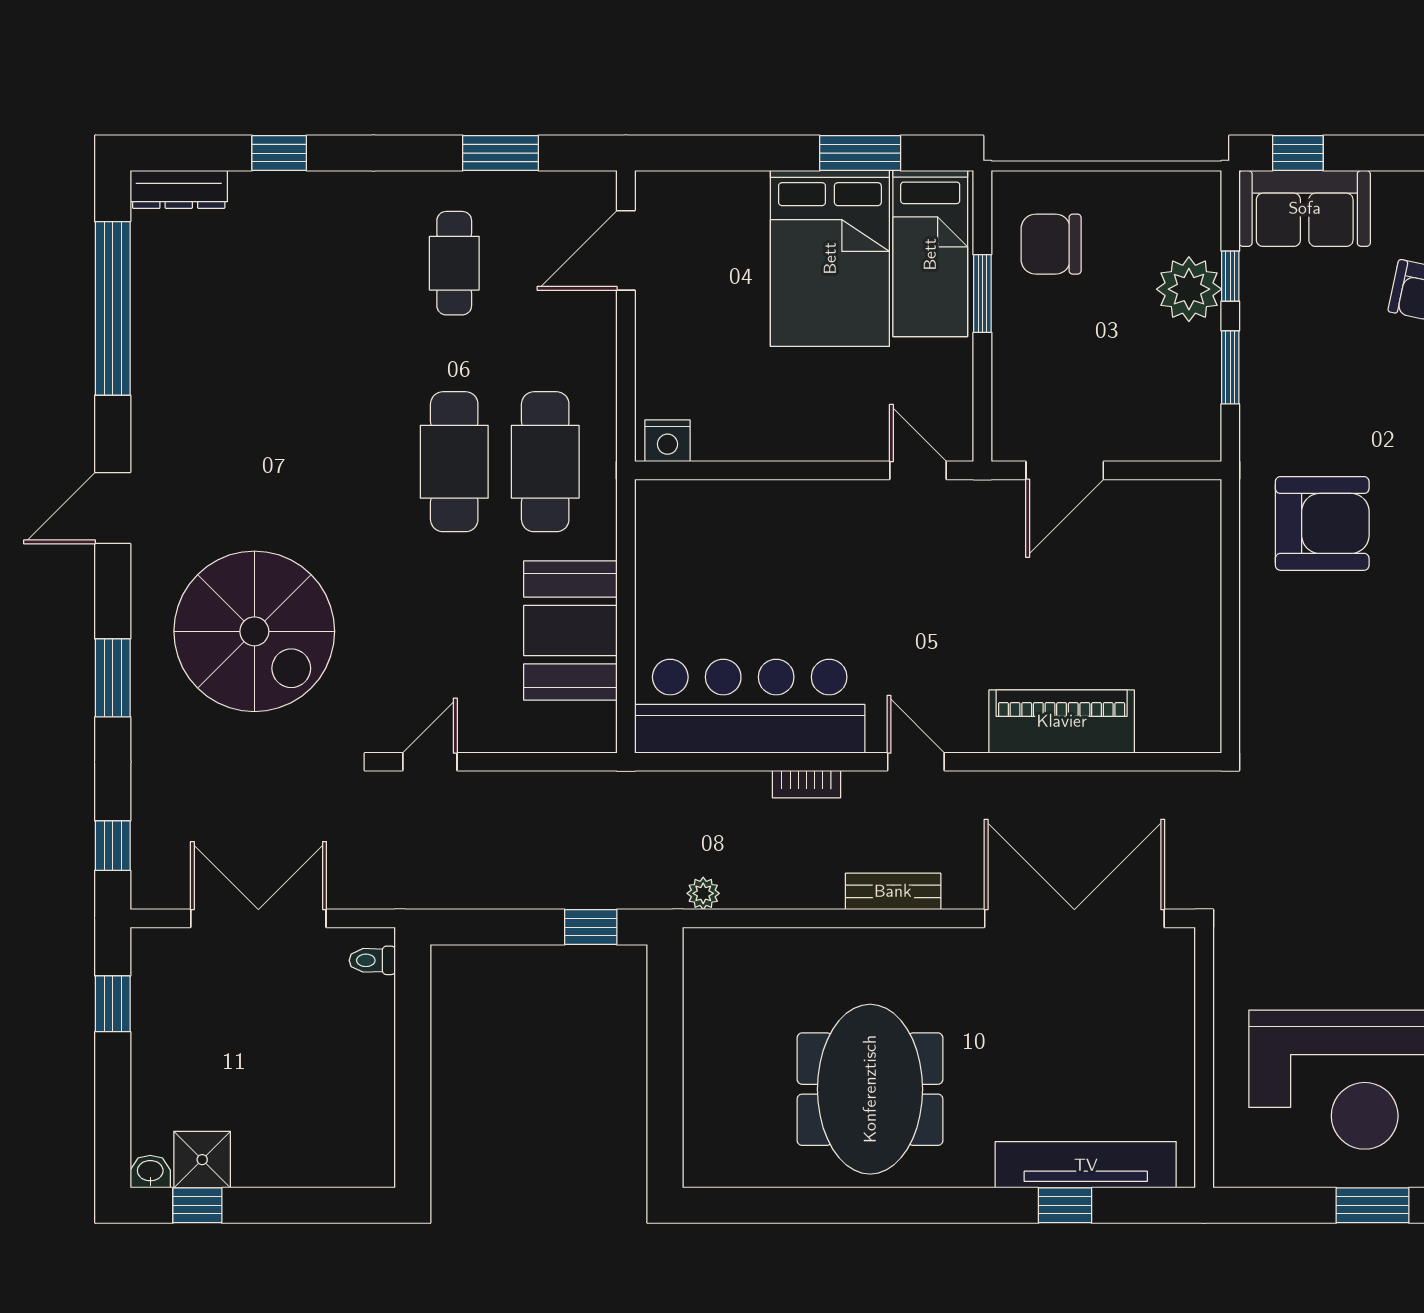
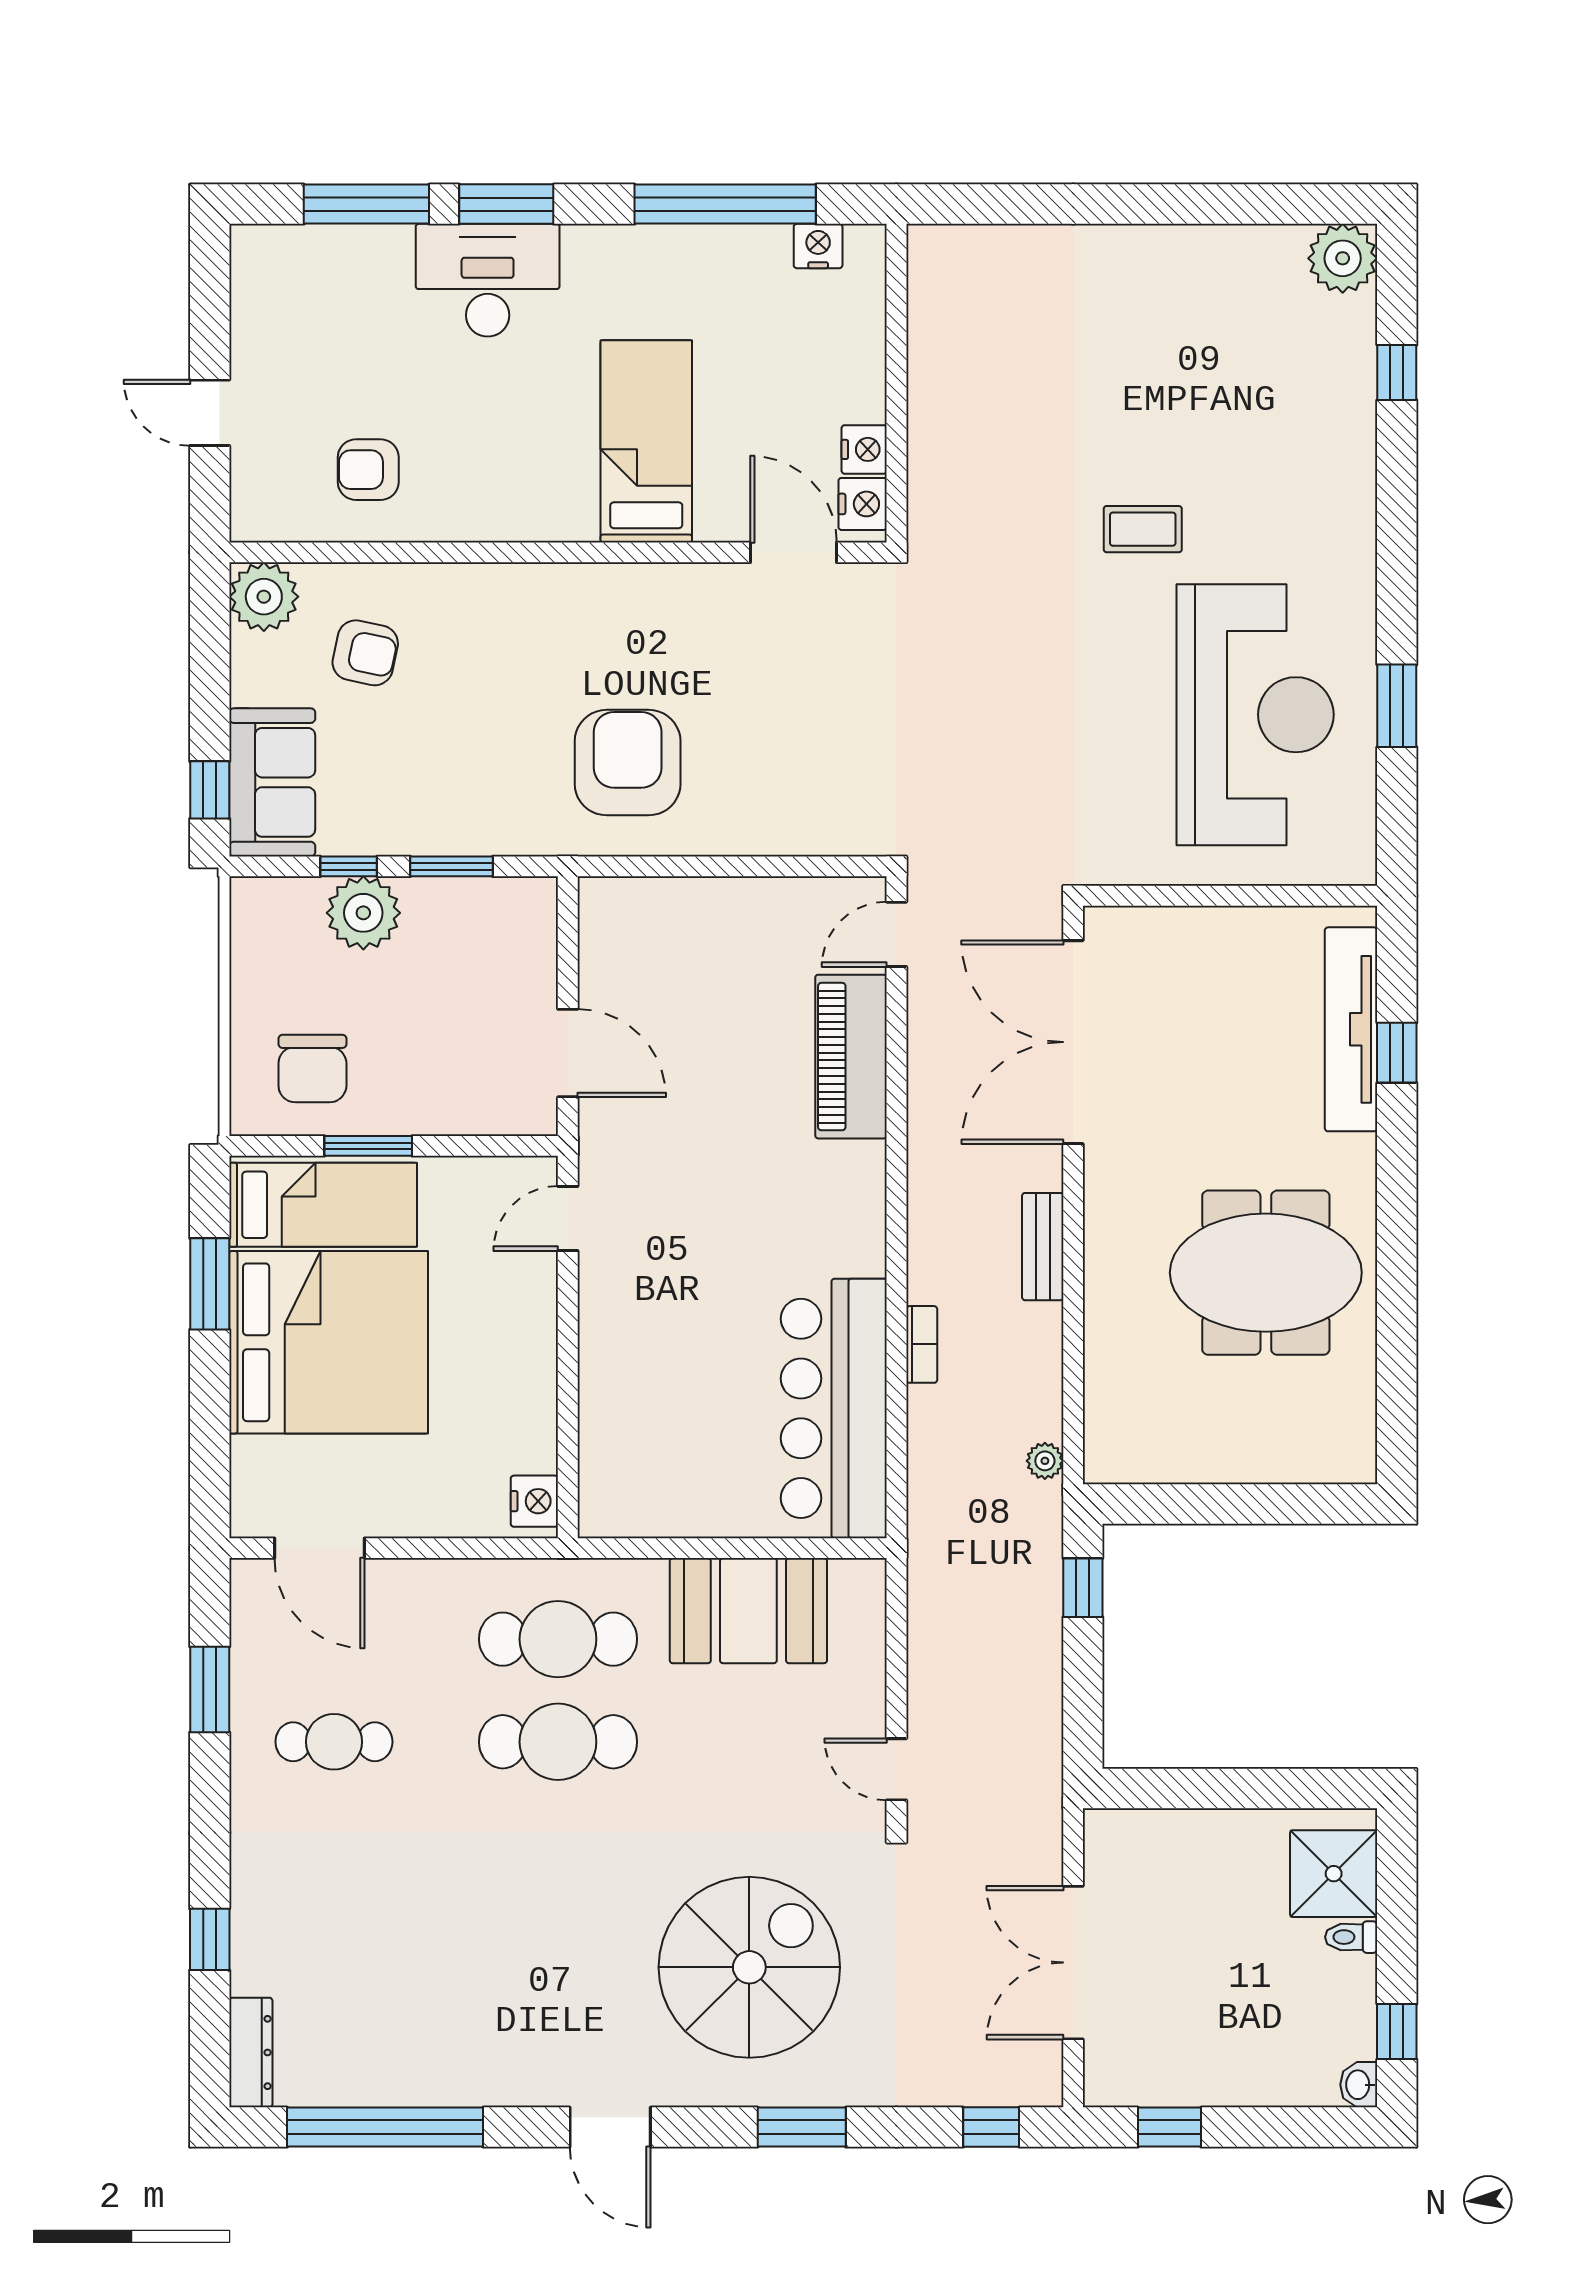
bed: (830, 258) -> (329, 1342), width x1.36
door: (916, 762) -> (896, 934), moved
toilet: (372, 960) -> (1351, 1937), moved, turned 90
shower: (202, 1160) -> (1334, 1874), moved, width x1.36, depth x1.36

